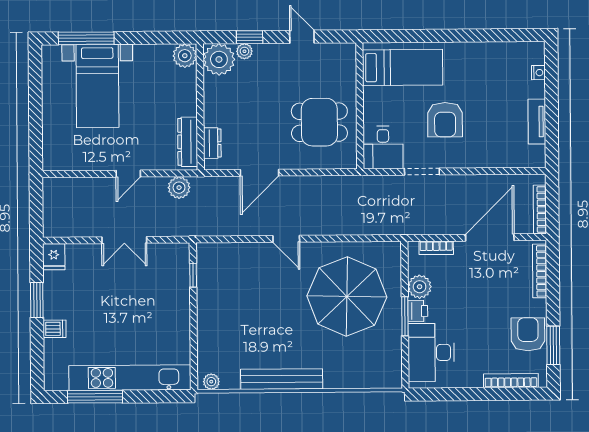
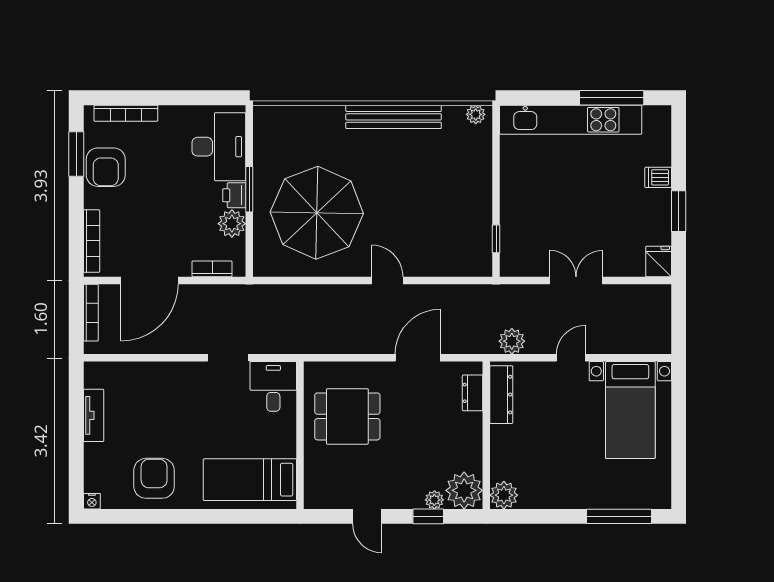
nightstand: (538, 73) -> (92, 501), moved, turned -90
bed with nightstands: (97, 86) -> (630, 410), moved, turned 180
armchair: (445, 120) -> (154, 478), moved

